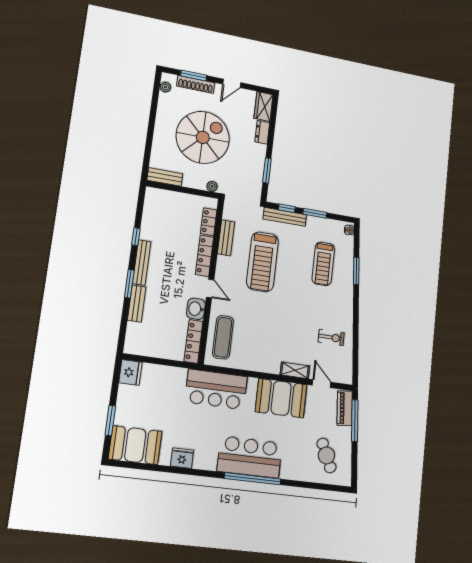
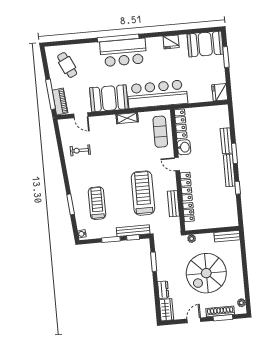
shelving: (295, 370) -> (127, 118), moved
bar counter: (216, 389) -> (157, 94), width x1.36

